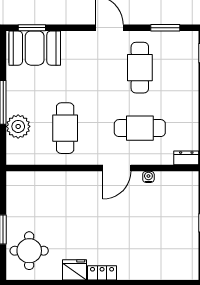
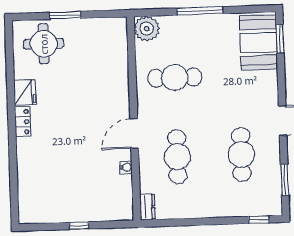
cafe table: (140, 68) -> (241, 154), turned 90
plant: (18, 126) -> (147, 29), moved
door: (117, 168) -> (134, 134), hinge flipped

